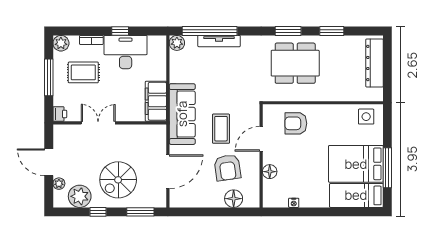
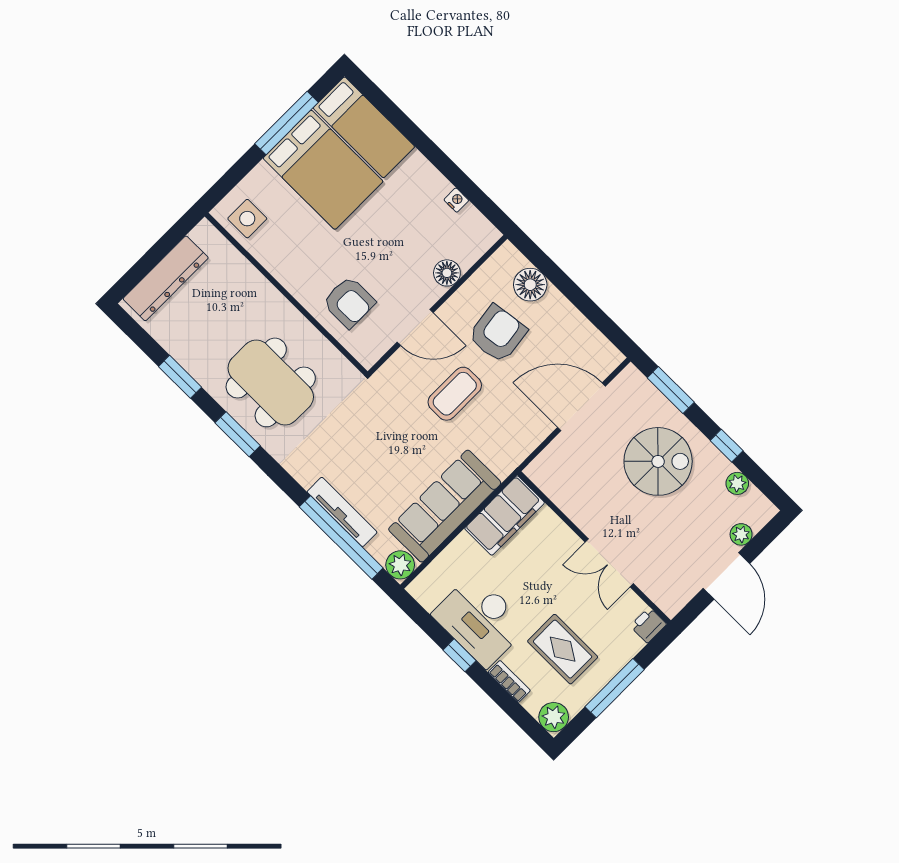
sofa: (182, 114) -> (445, 506), moved
plant: (80, 196) -> (737, 483), width x0.53, depth x0.53

